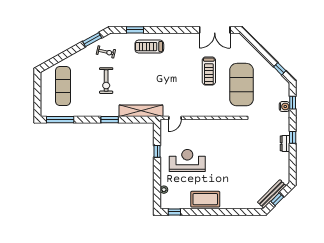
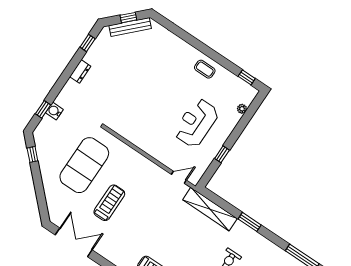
window: (293, 137) -> (88, 43), moved
reception desk: (187, 161) -> (196, 123), turned 90
coffee table: (205, 199) -> (205, 69), width x0.54, depth x0.58

